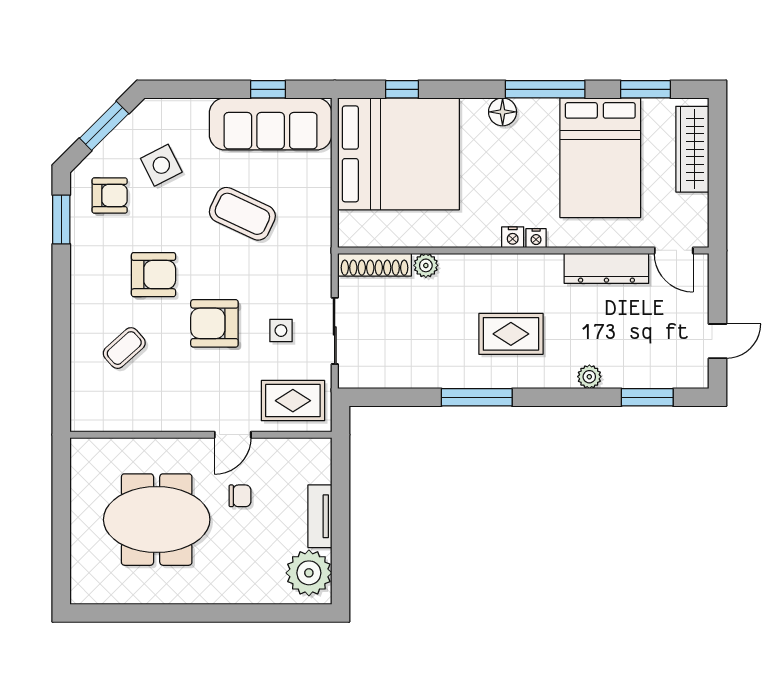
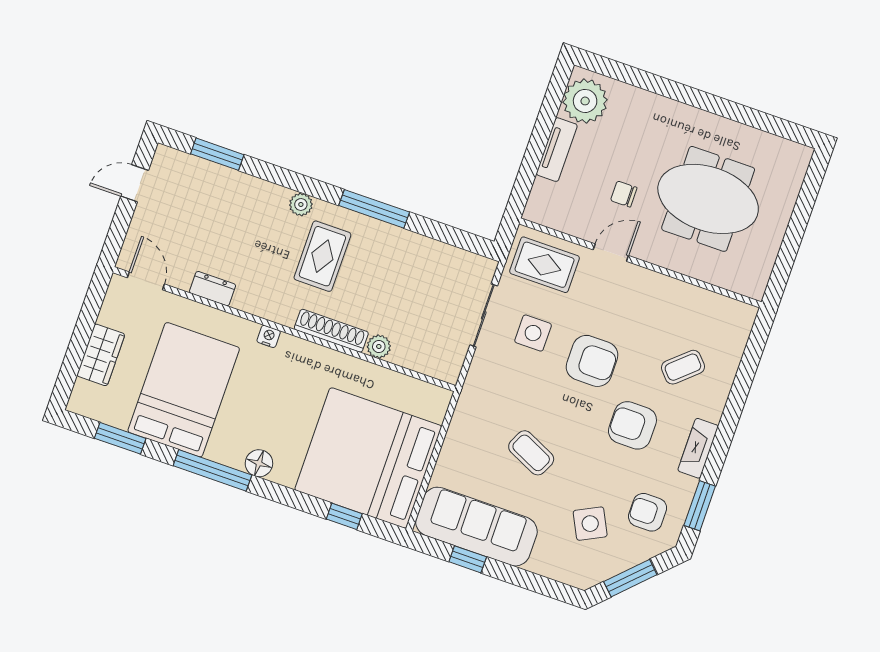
wardrobe: (692, 149) -> (101, 355), width x0.67
coffee table: (242, 214) -> (531, 453), width x0.73, depth x0.77
nightstand: (513, 237) -> (290, 345), removed
shoe rack: (374, 265) -> (331, 331), moved
dresser: (606, 268) -> (213, 289), width x0.51, depth x0.80
fireplace: (82, 275) -> (698, 448), added
side table: (281, 331) -> (533, 333), width x1.37, depth x1.37
rug: (511, 334) -> (322, 256), turned 90
plant: (589, 377) -> (301, 204), moved

